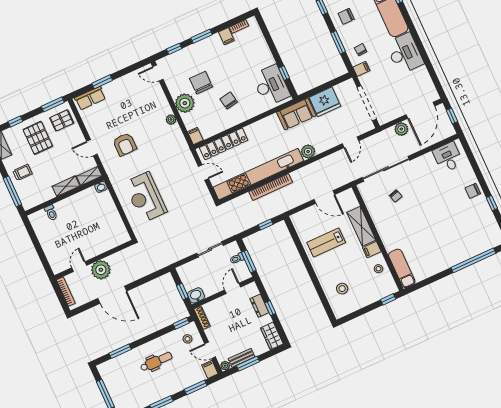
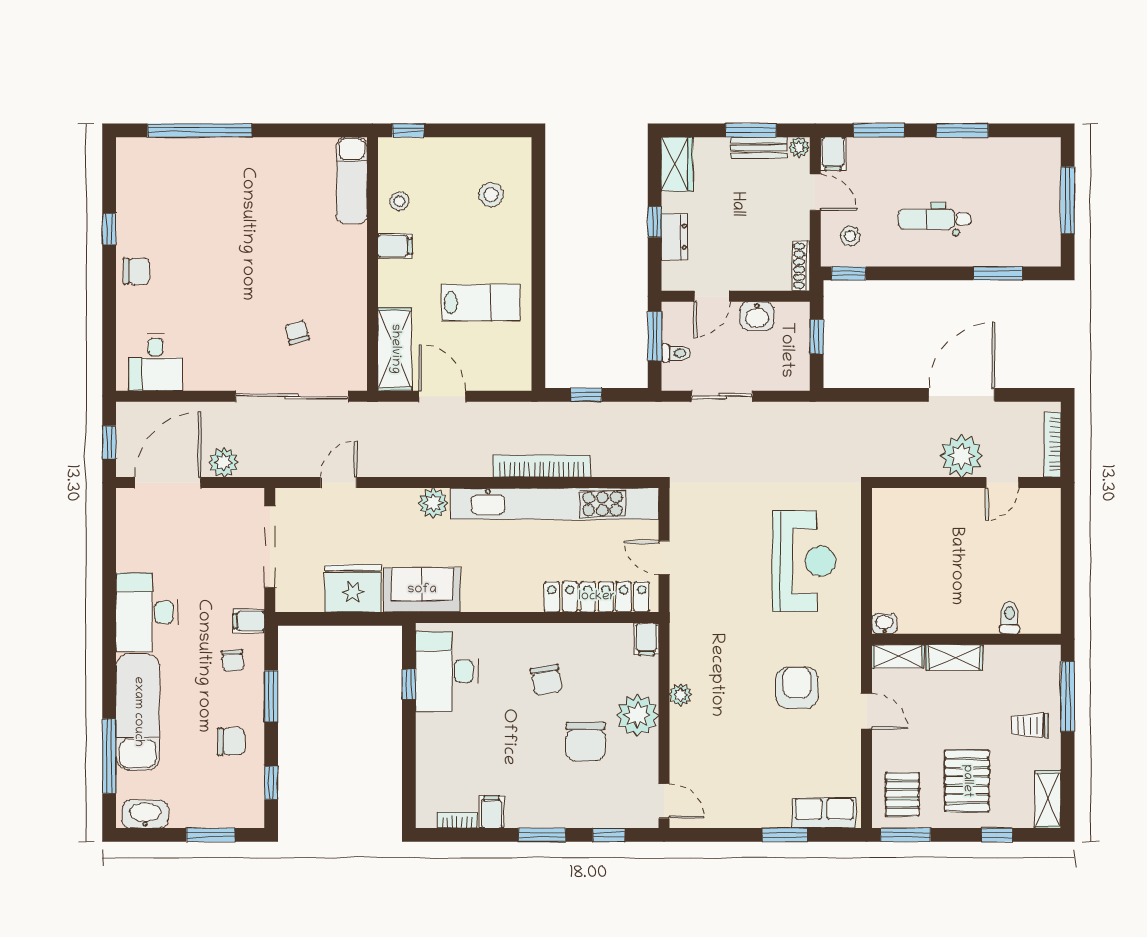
pallet: (62, 120) -> (902, 794), turned 90
shelving: (361, 226) -> (395, 349), moved
door: (112, 295) -> (962, 395), hinge flipped
washbasin: (196, 295) -> (757, 316), moved

